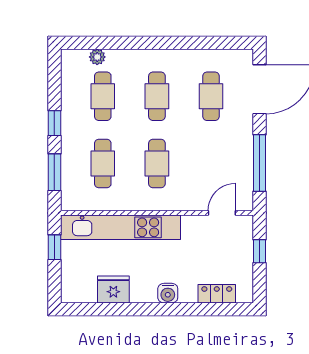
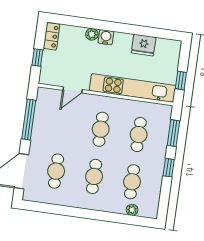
door: (222, 213) -> (73, 90), moved
locker: (217, 294) -> (52, 36), moved, turned -90
plant: (188, 295) -> (92, 34), added

